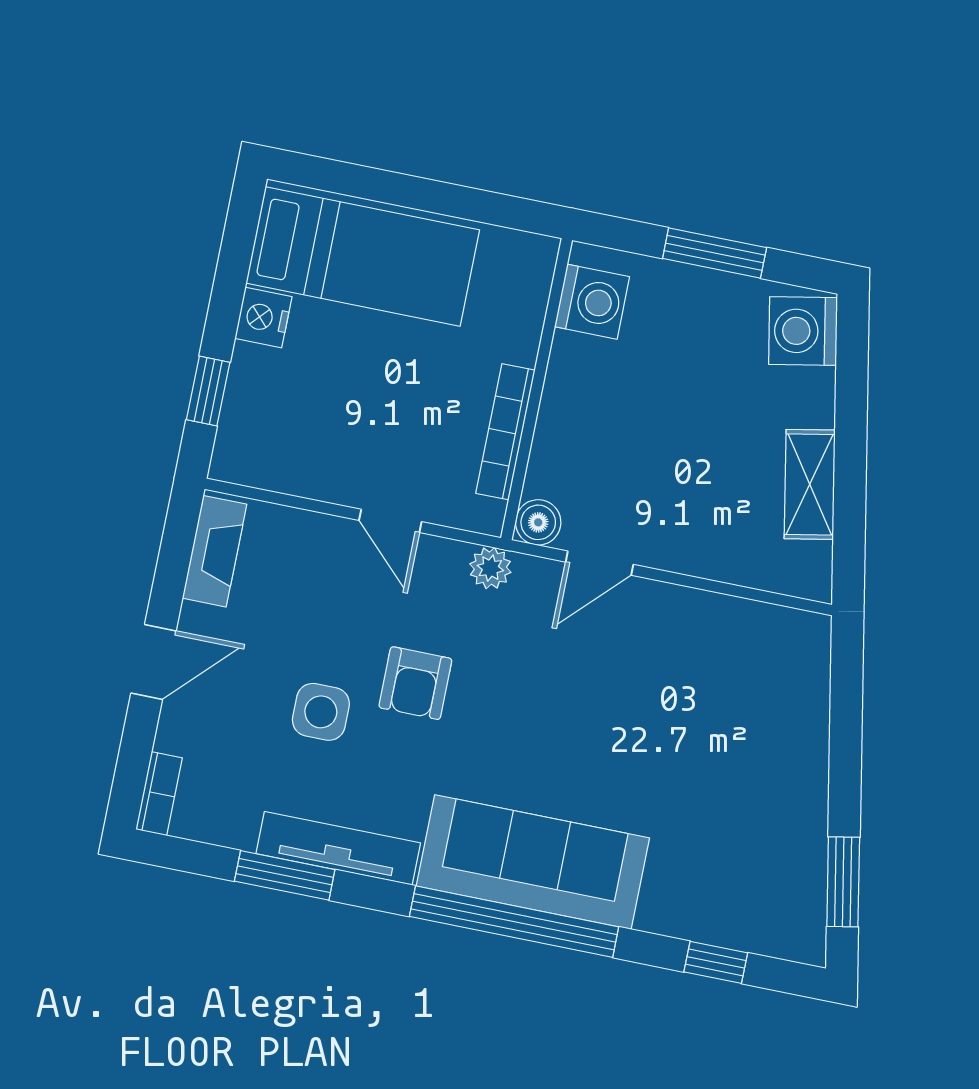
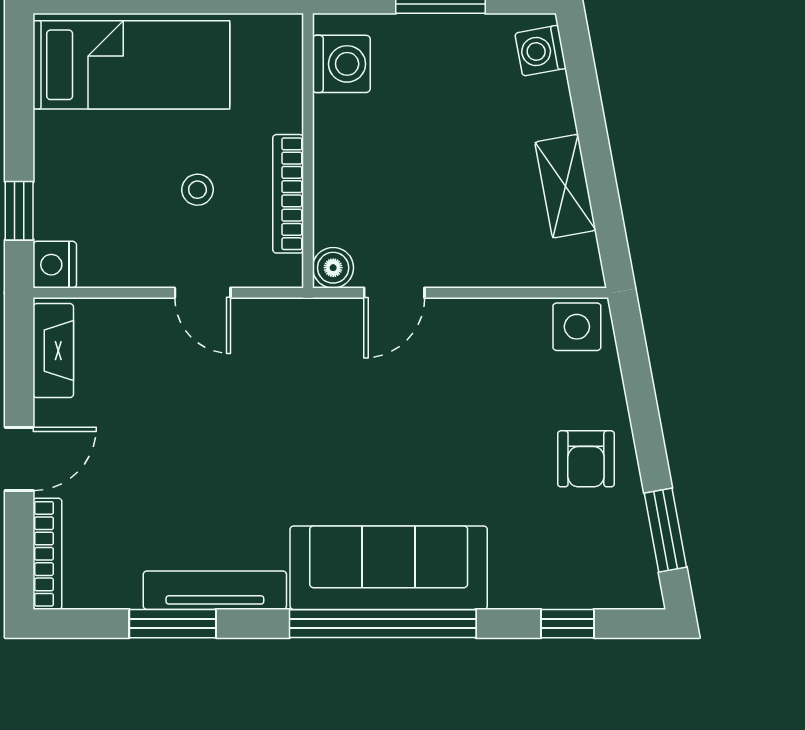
nightstand: (263, 318) -> (55, 265), moved
washing machine: (803, 331) -> (540, 51), width x0.73, depth x0.73
stool: (407, 407) -> (197, 190), added
plant: (490, 568) -> (299, 316), removed
armchair: (415, 683) -> (586, 459), moved
side table: (321, 712) -> (577, 327), moved
bookcase: (159, 794) -> (47, 554), width x1.56

